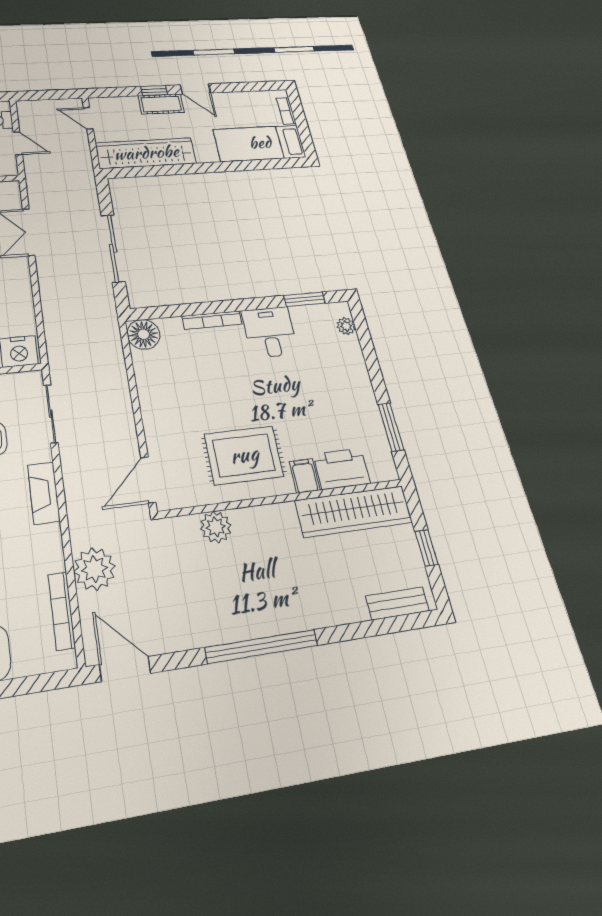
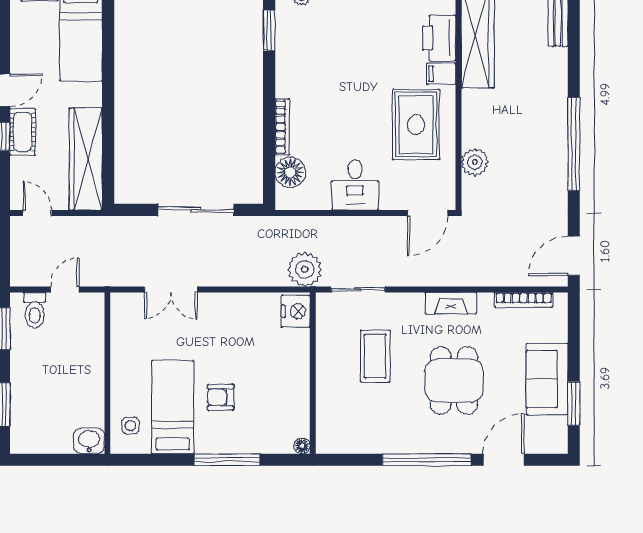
door: (88, 118) -> (37, 213), swing flipped
desk: (270, 332) -> (355, 185), moved, turned -90
floor lamp: (144, 334) -> (290, 172), moved
door: (148, 480) -> (427, 213), hinge flipped
fireplace: (44, 493) -> (451, 303), moved
plant: (94, 569) -> (305, 269), moved

